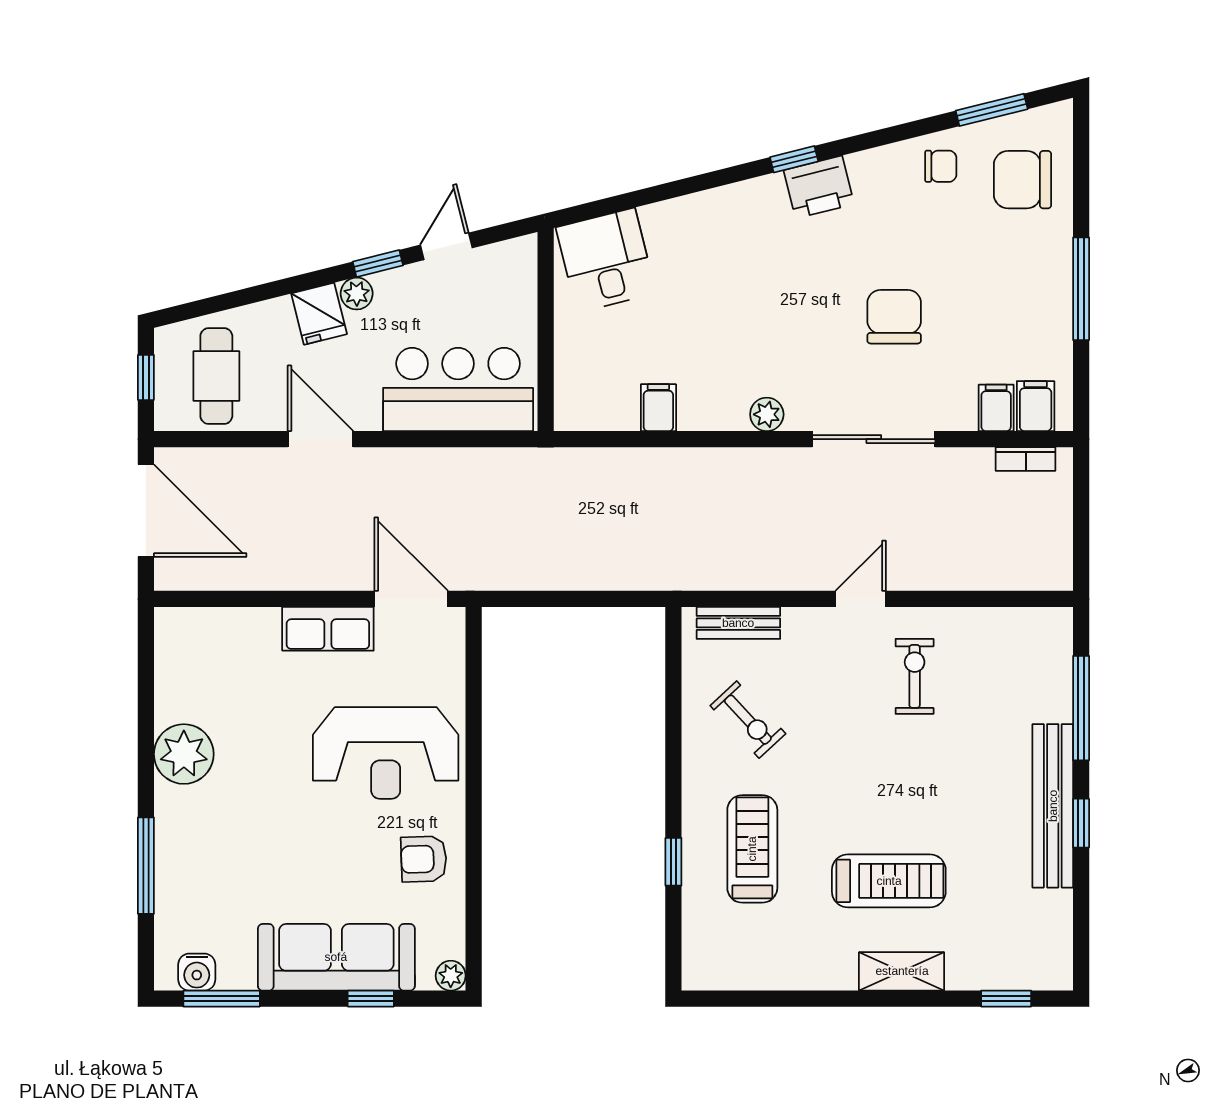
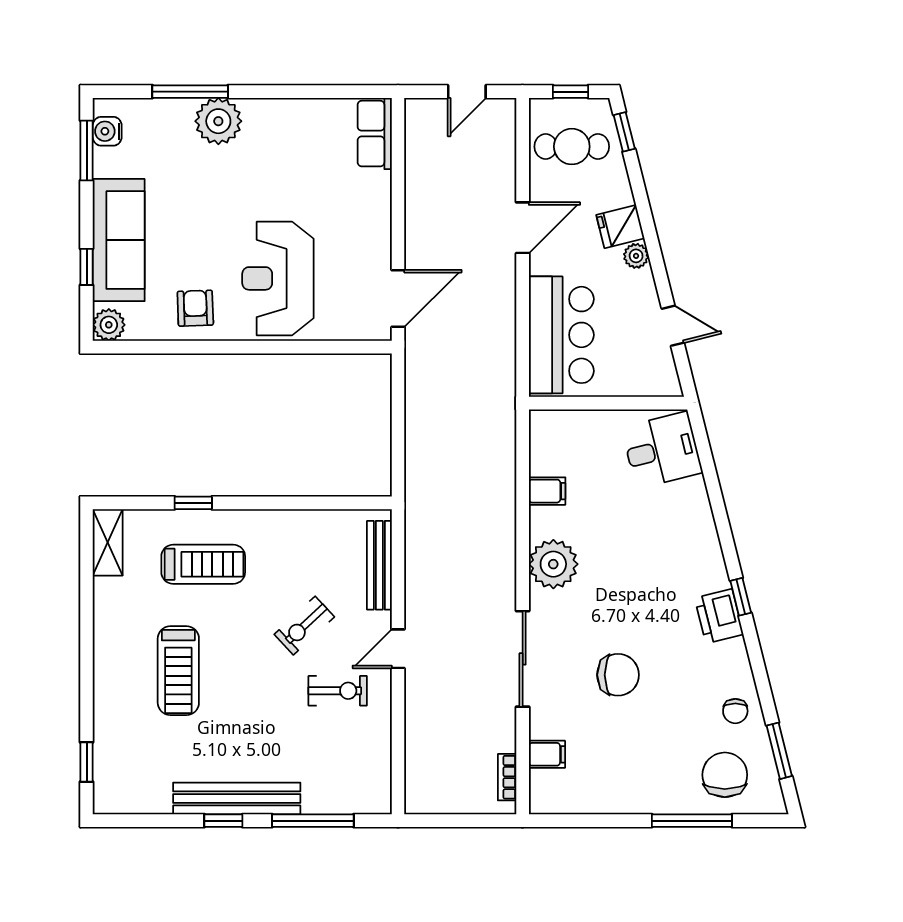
window: (378, 264) -> (624, 132), moved
window: (1081, 289) -> (692, 821), moved
filing cabinet: (1036, 406) -> (548, 785), removed
plant: (767, 414) -> (553, 564), width x1.87, depth x1.87
door: (146, 511) -> (467, 92), width x0.53
door: (861, 599) -> (398, 649), swing flipped
bench: (738, 623) -> (379, 565), width x1.36
row of seats: (328, 629) -> (375, 134), moved
exercise bike: (748, 720) -> (304, 626), moved
plant: (184, 754) -> (218, 121), moved
shelving: (902, 971) -> (108, 542), moved
plant: (451, 976) -> (109, 325), width x1.38, depth x1.38

